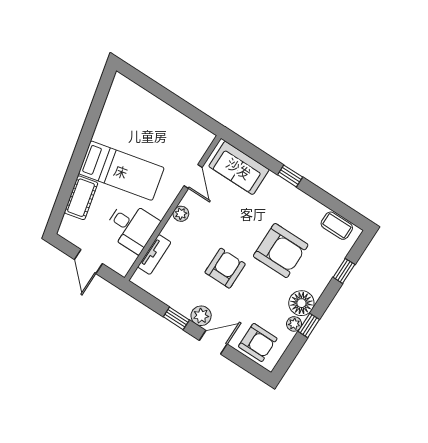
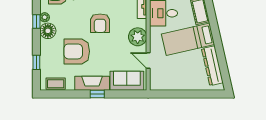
dresser: (112, 114) -> (212, 66), added
fireplace: (288, 195) -> (92, 83), added
plant: (181, 214) -> (138, 37), width x1.88, depth x1.88

